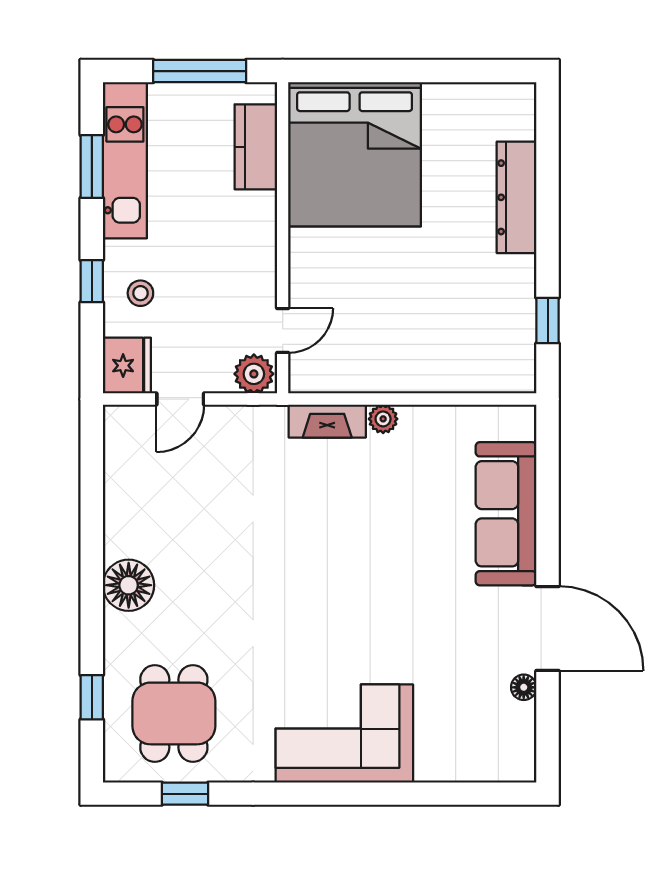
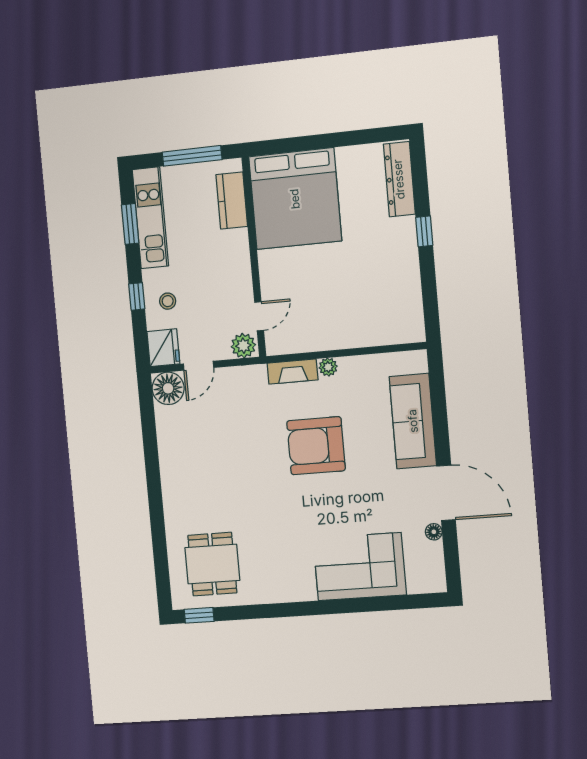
dresser: (517, 197) -> (399, 179), moved
window: (548, 321) -> (424, 231), moved
armchair: (354, 540) -> (316, 446), added
floor lamp: (129, 585) -> (168, 388), moved
window: (92, 697) -> (161, 558), removed
corner sofa: (344, 733) -> (360, 567), moved
window: (185, 794) -> (199, 615), moved

